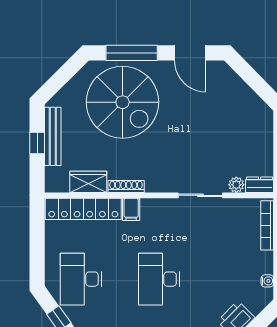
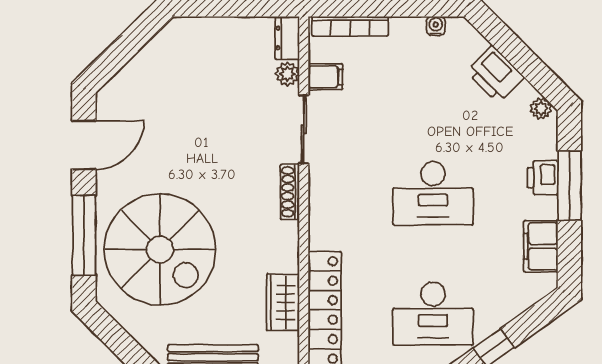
spiral stairs: (123, 102) -> (160, 249), turned 90
shoe rack: (126, 186) -> (290, 192), moved
filing cabinet: (131, 209) -> (325, 77), moved

